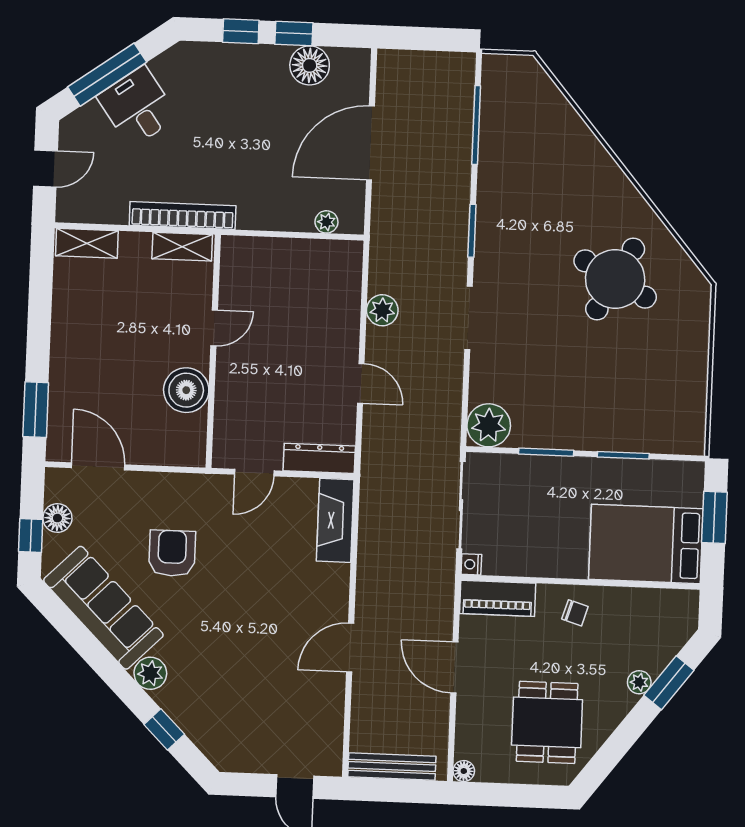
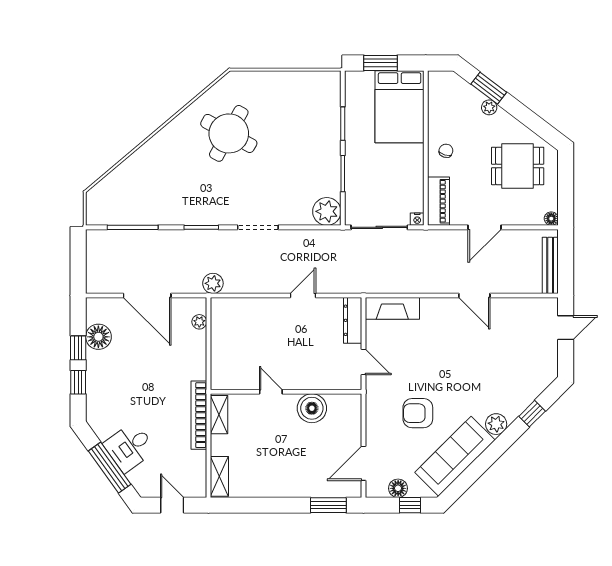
plant: (382, 310) -> (213, 283), moved

